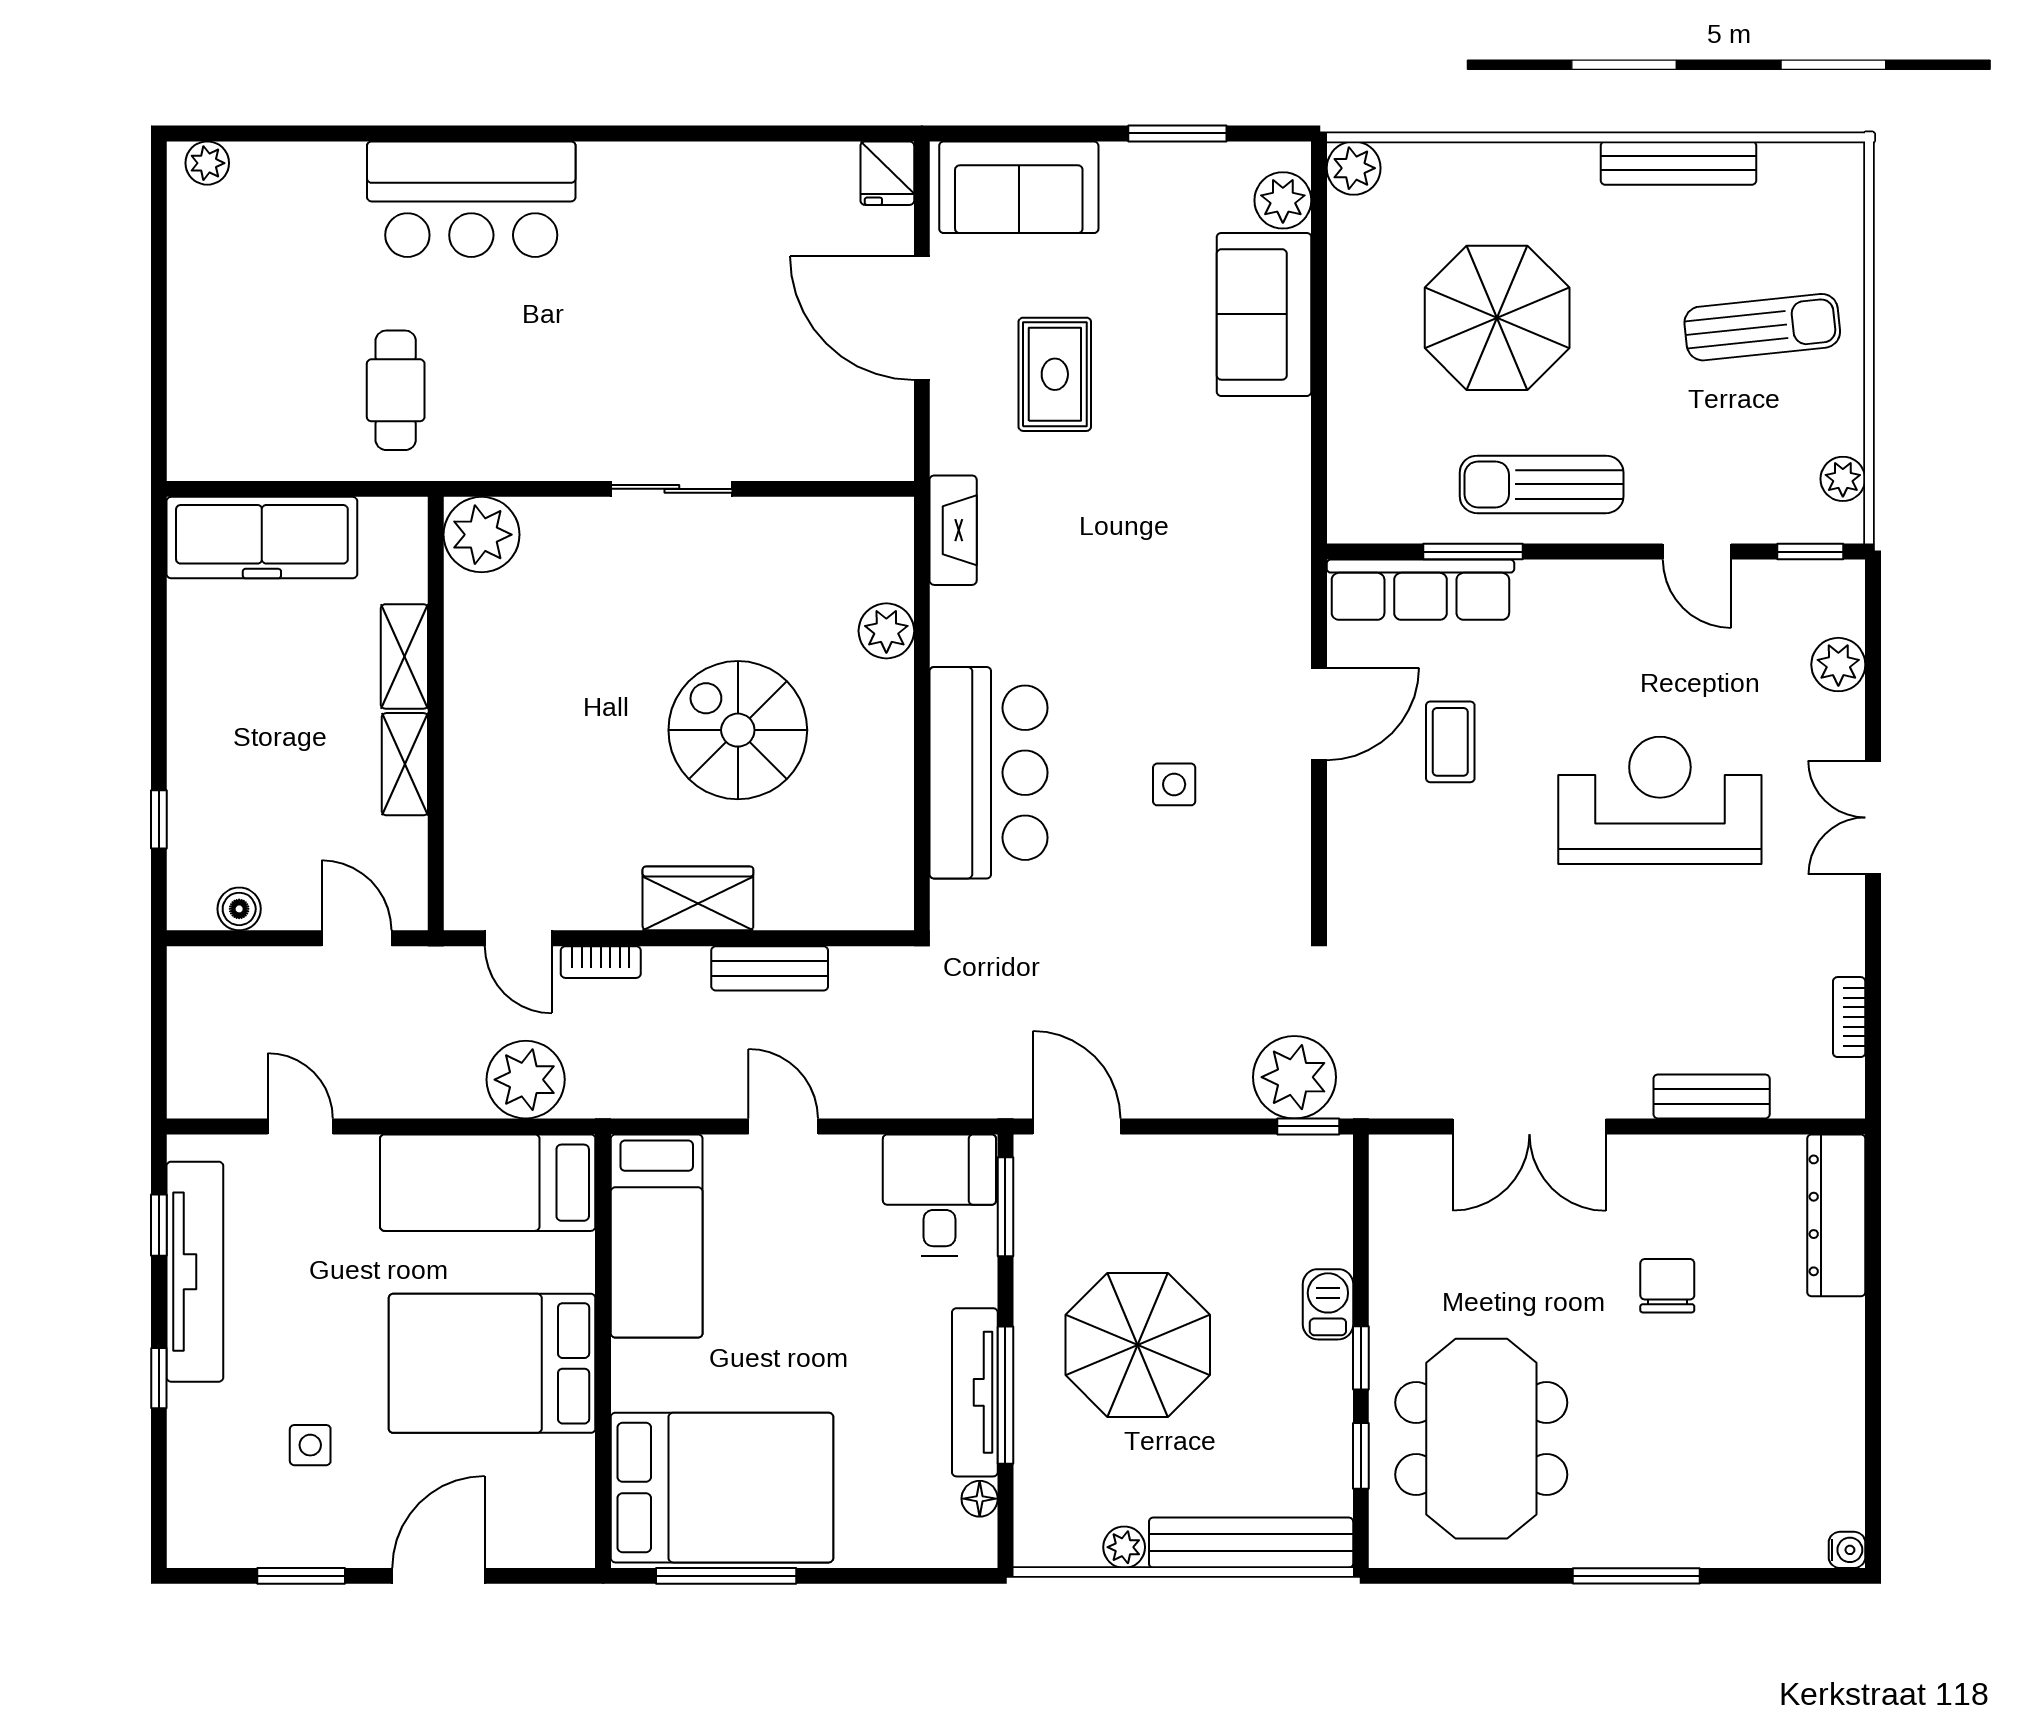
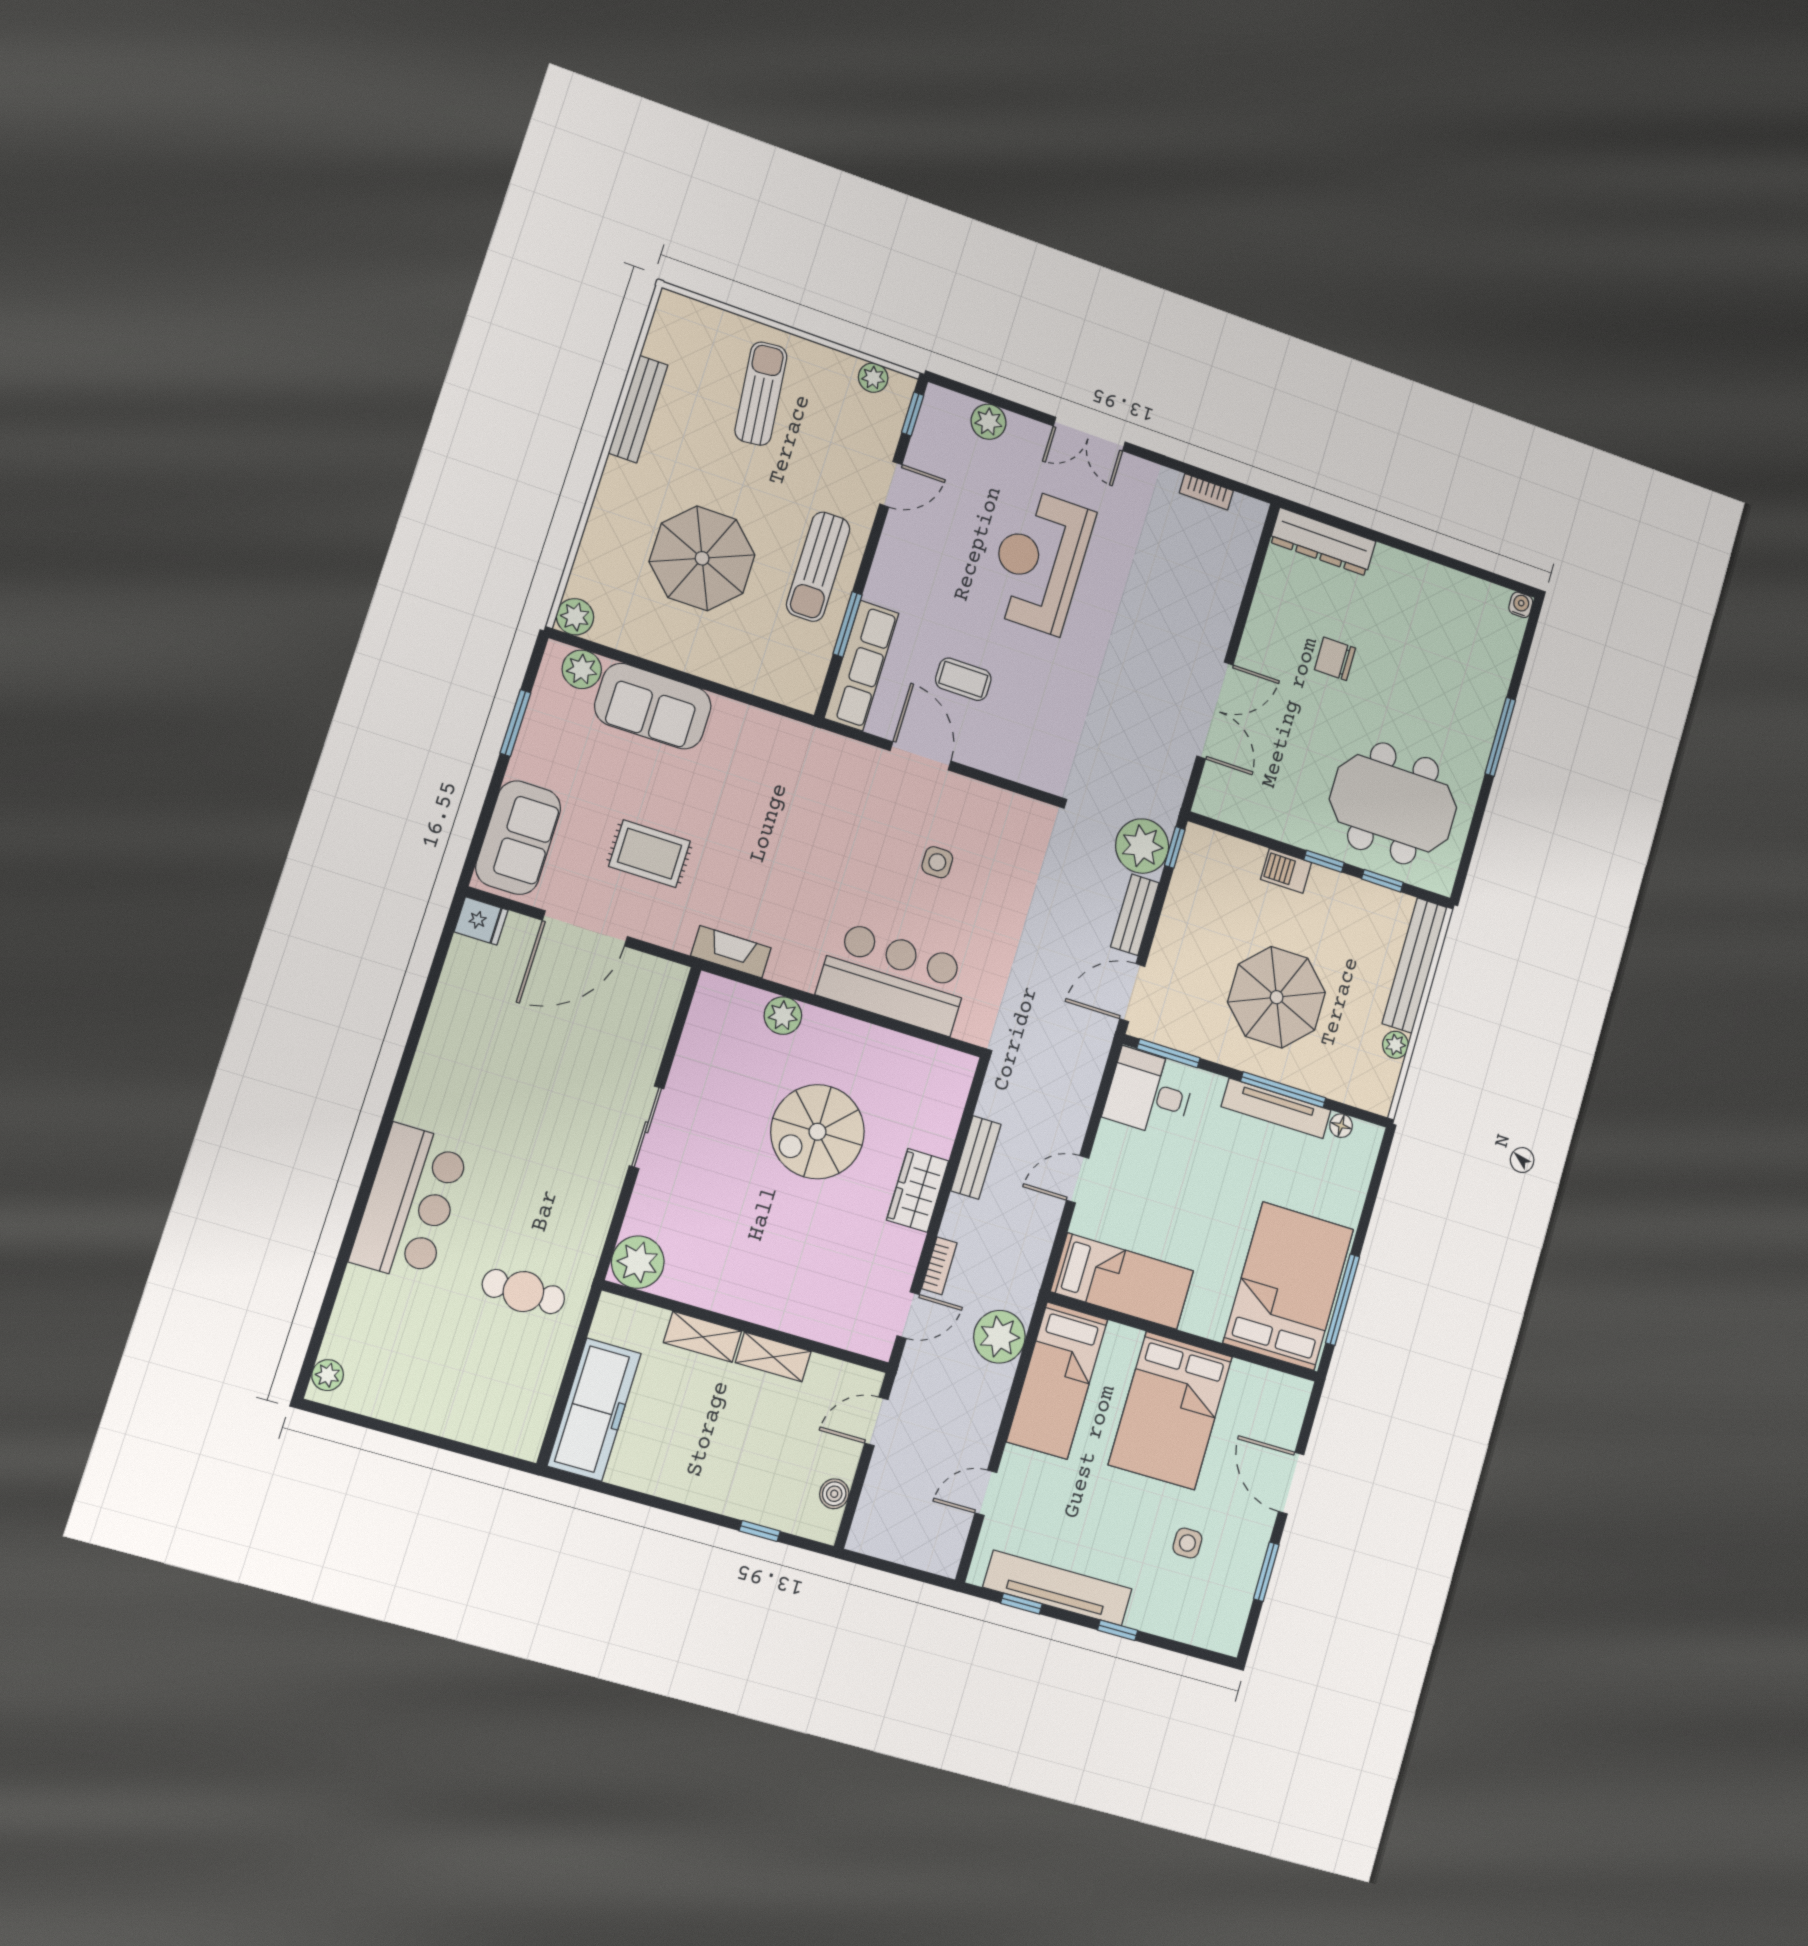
bench: (1712, 1096) -> (1135, 915), moved

